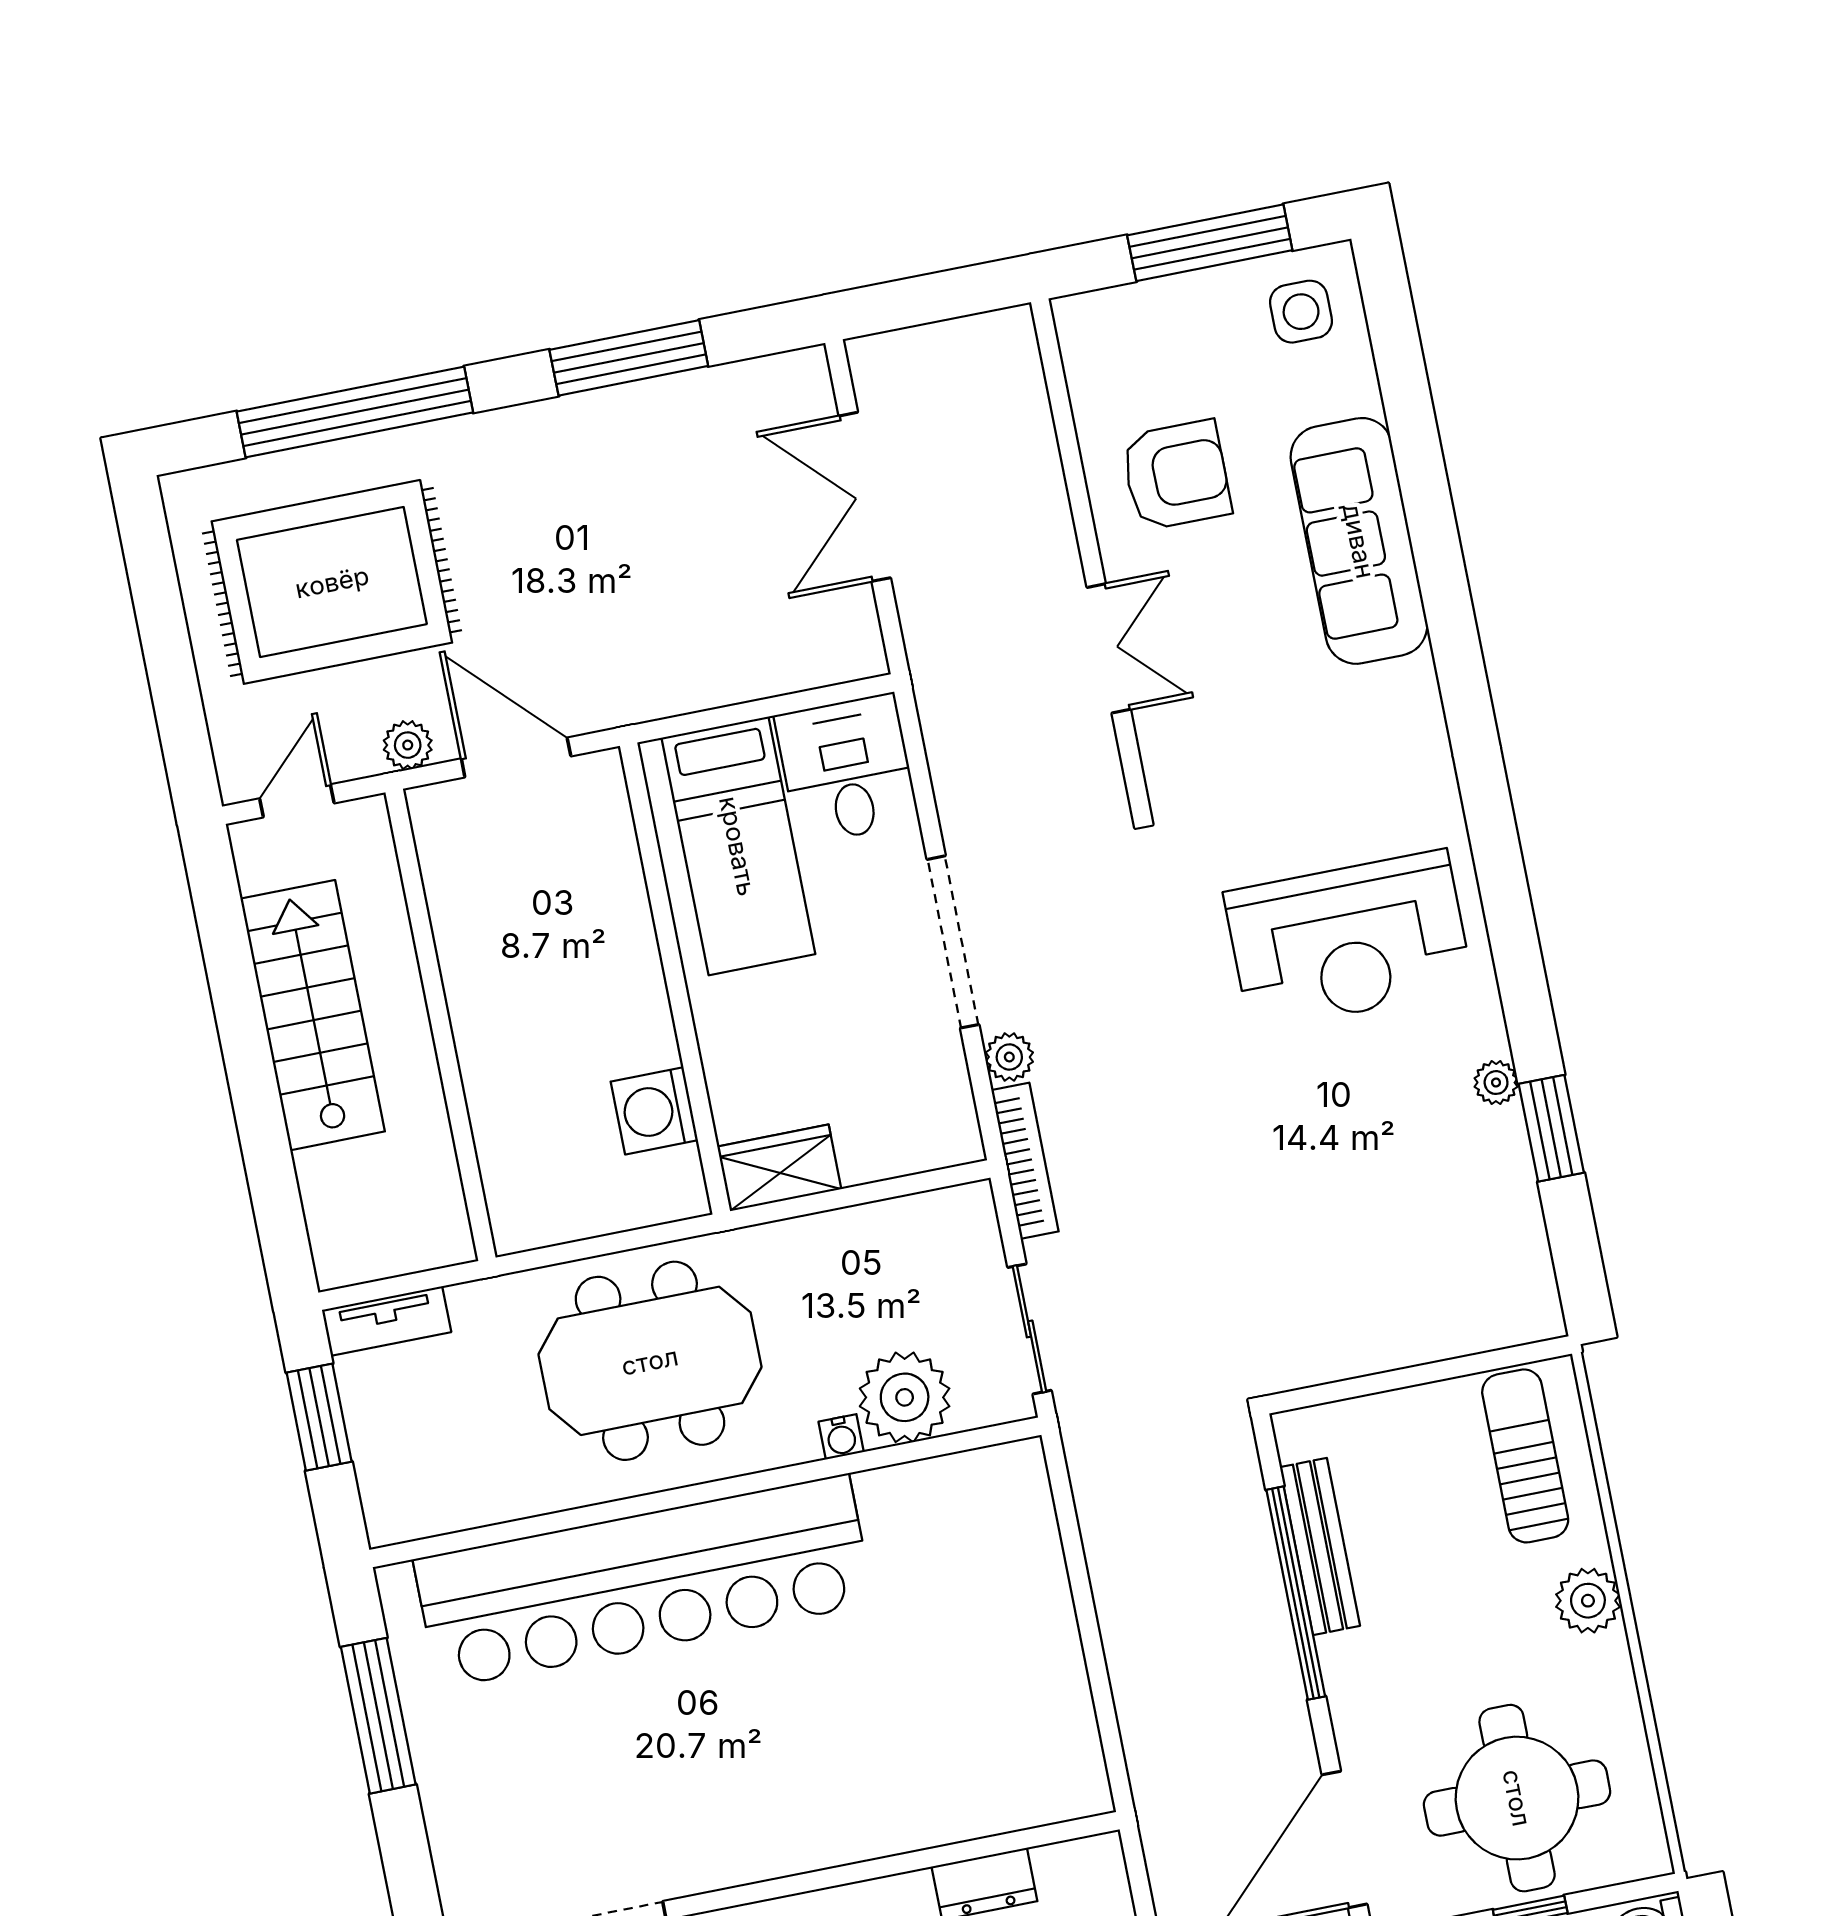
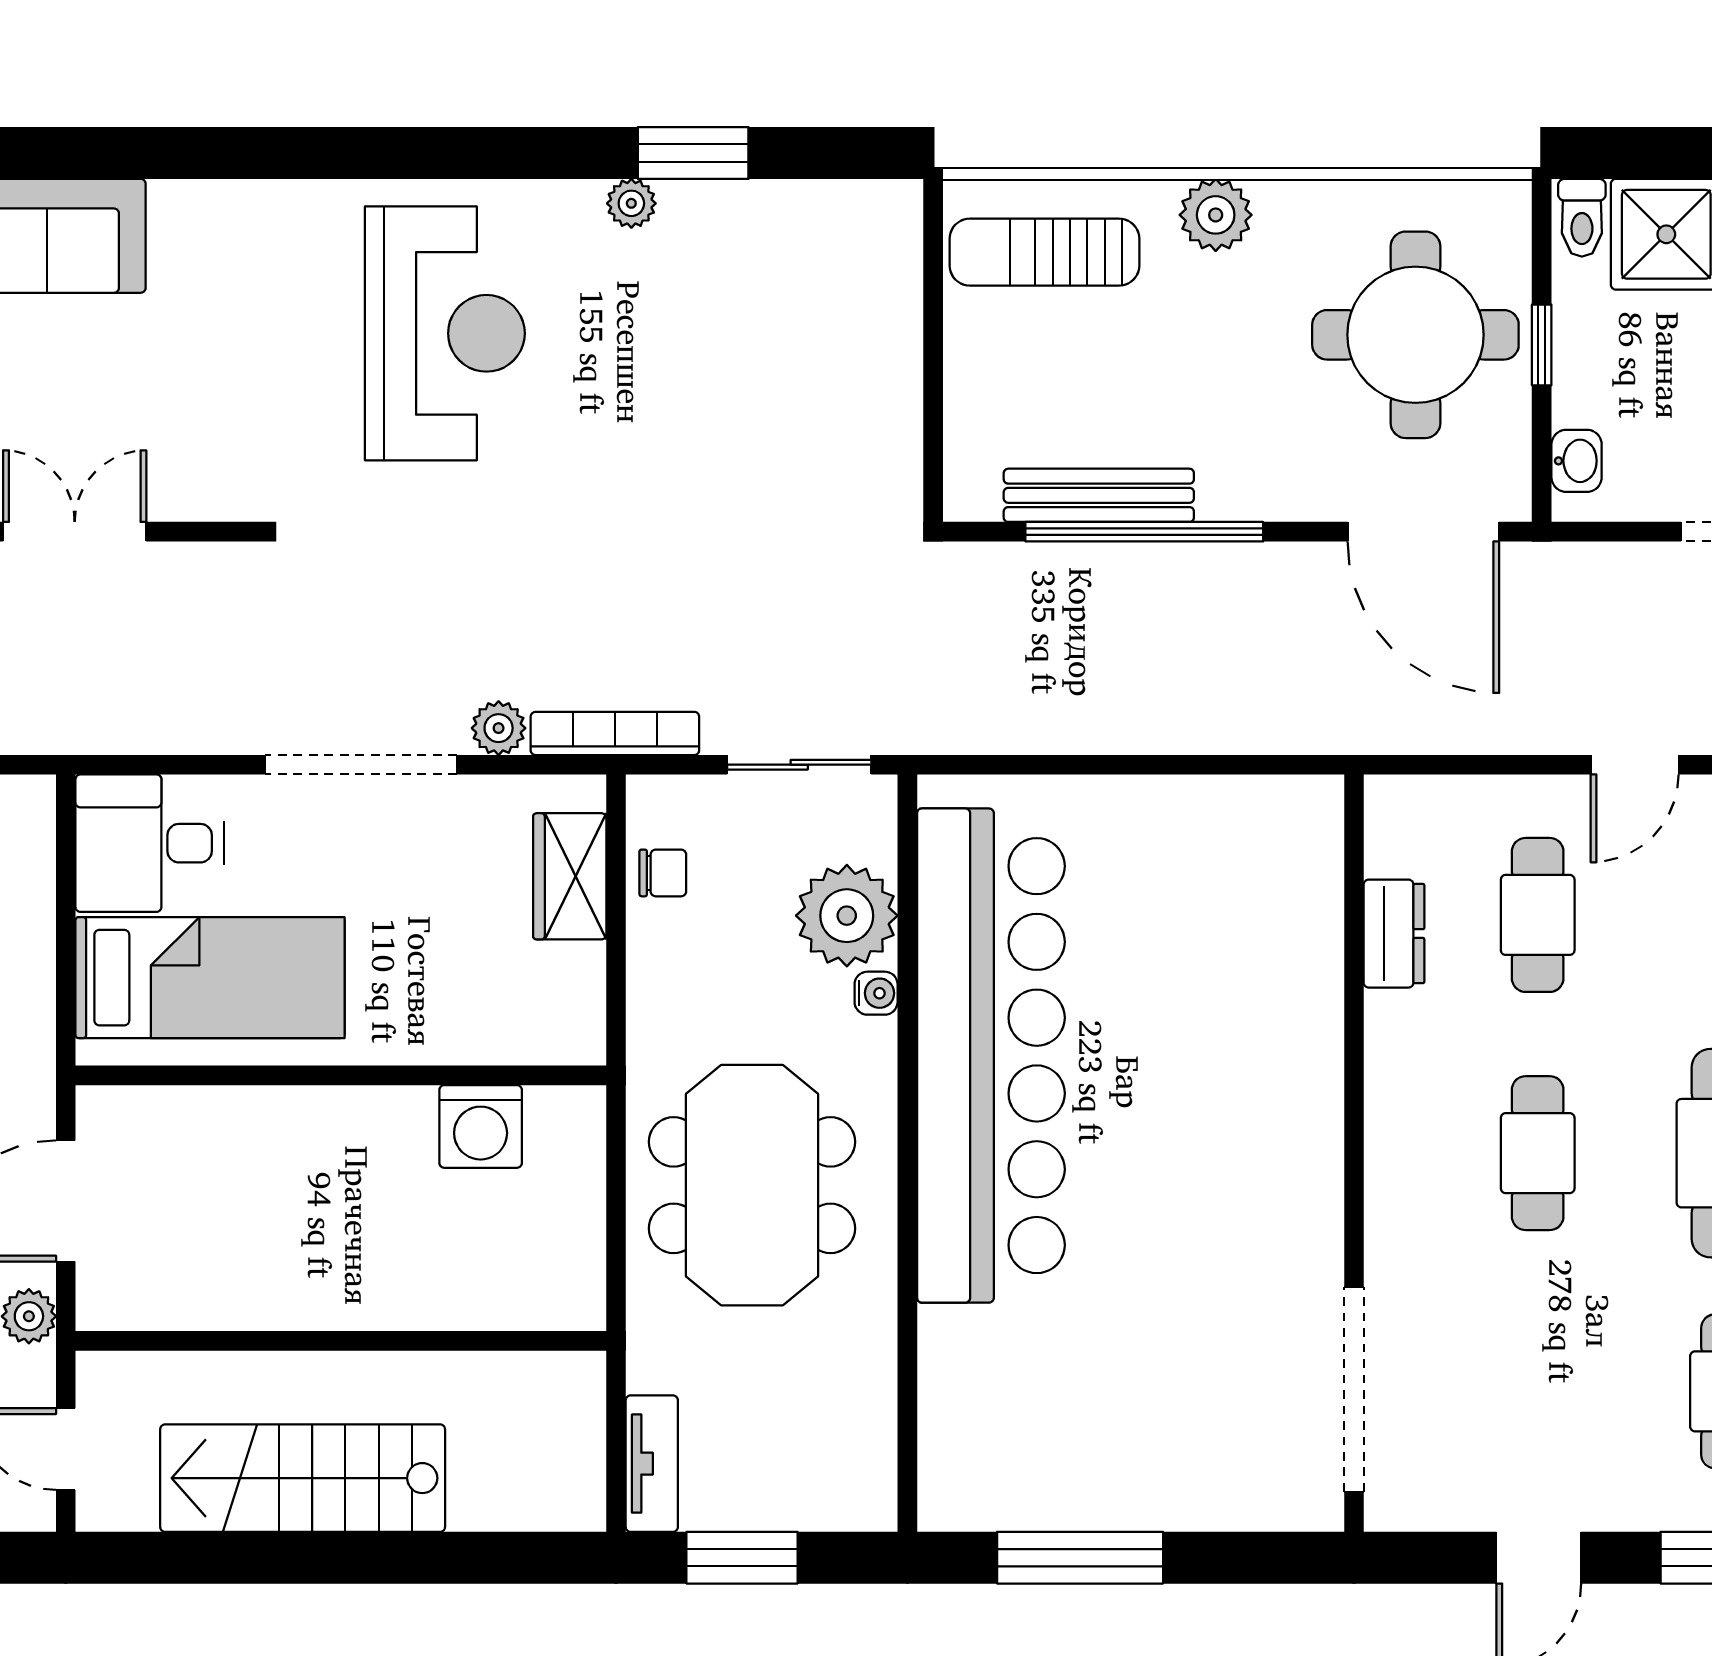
wardrobe: (779, 1168) -> (570, 876), moved
chair: (910, 1227) -> (663, 873), added
bar counter: (644, 1581) -> (991, 1056), moved

